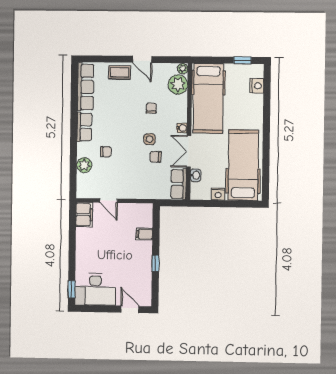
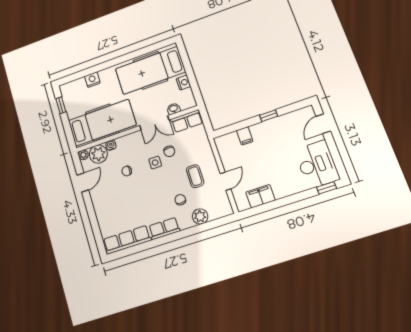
door: (142, 59) -> (83, 182), moved
coffee table: (120, 72) -> (195, 176), moved
nightstand: (257, 86) -> (92, 80), moved
water cooler: (182, 128) -> (111, 145), moved
filing cabinet: (84, 215) -> (260, 196), moved

